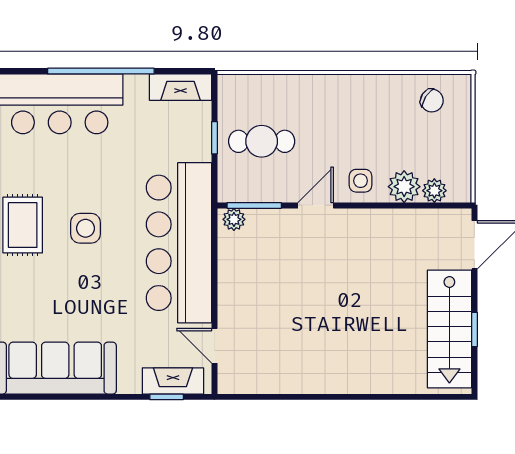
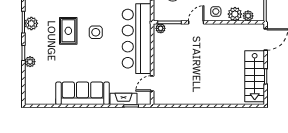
door: (214, 346) -> (152, 84), hinge flipped
fireplace: (173, 381) -> (124, 99), moved

